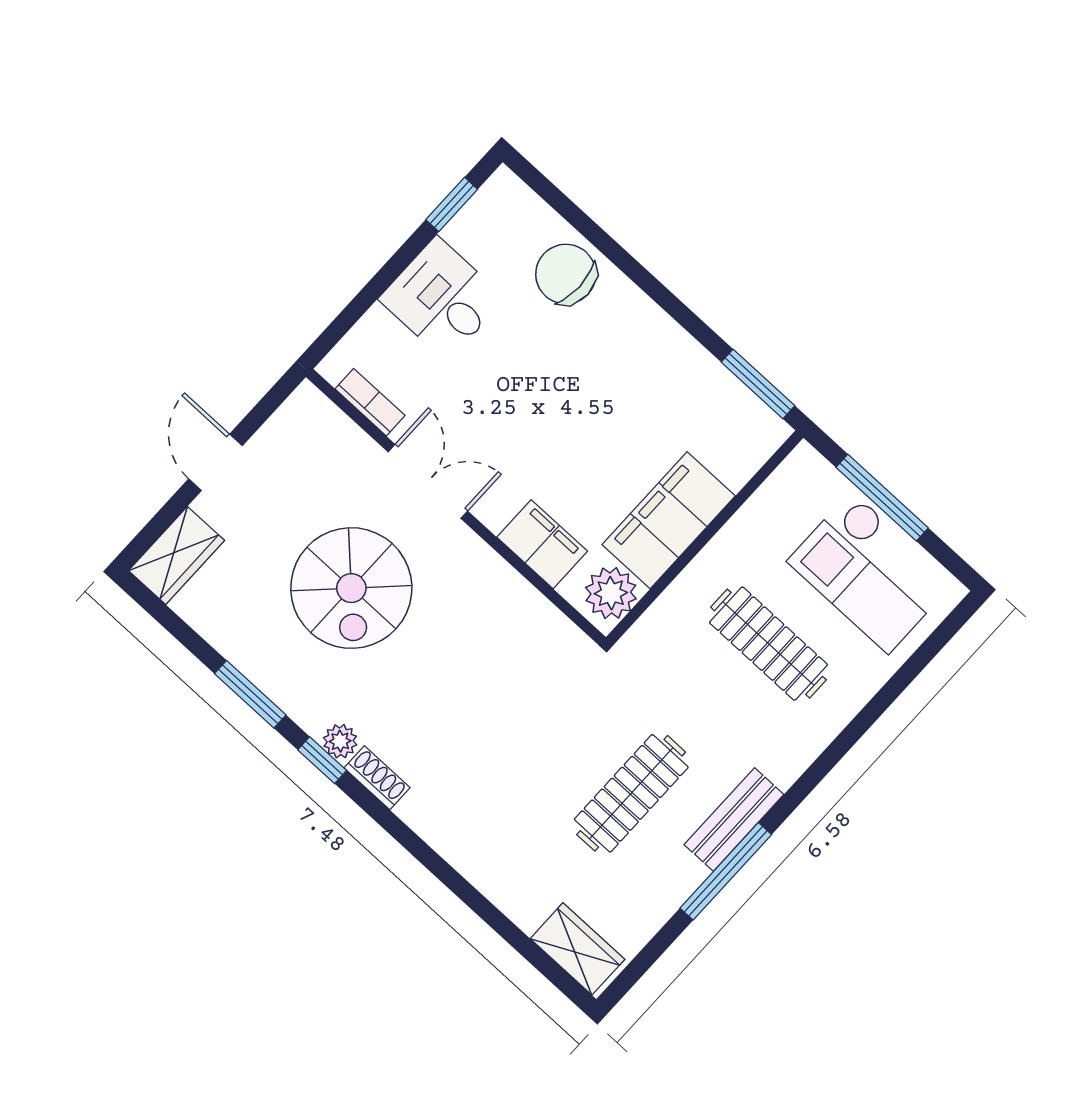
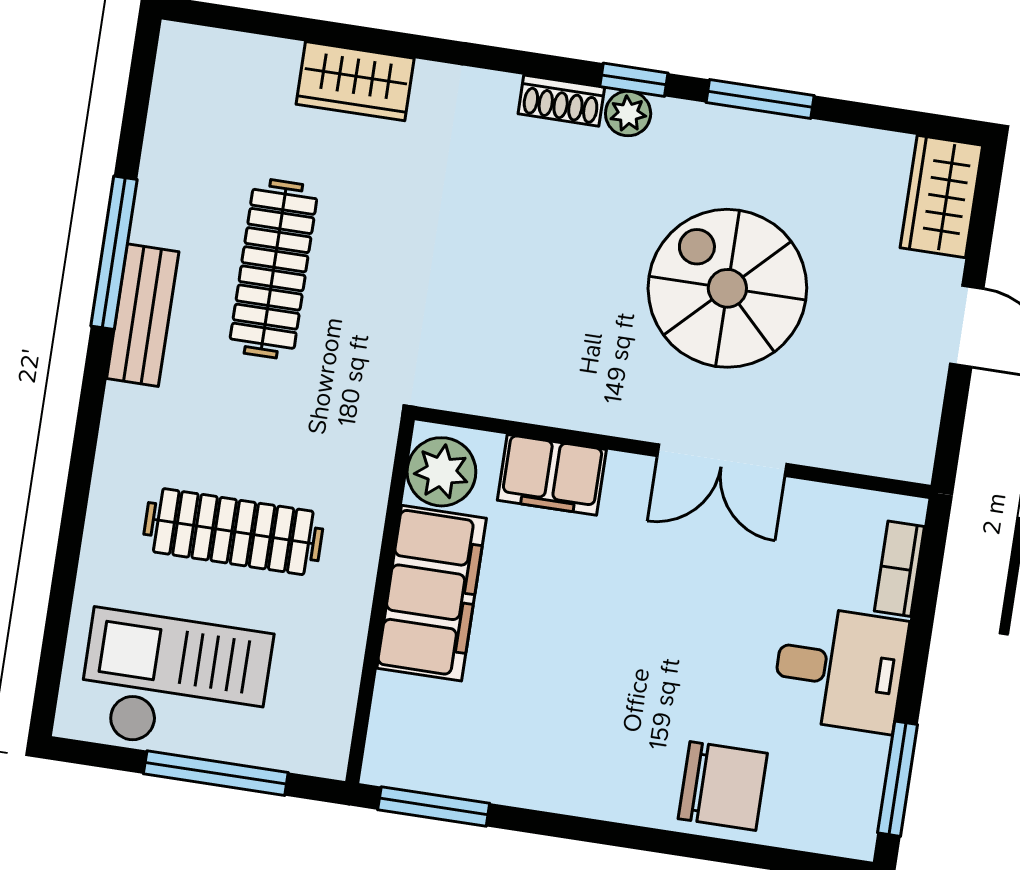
window: (452, 204) -> (898, 779), width x1.50
bookcase: (370, 402) -> (899, 569), moved, turned 90
wardrobe: (577, 949) -> (355, 81), moved

